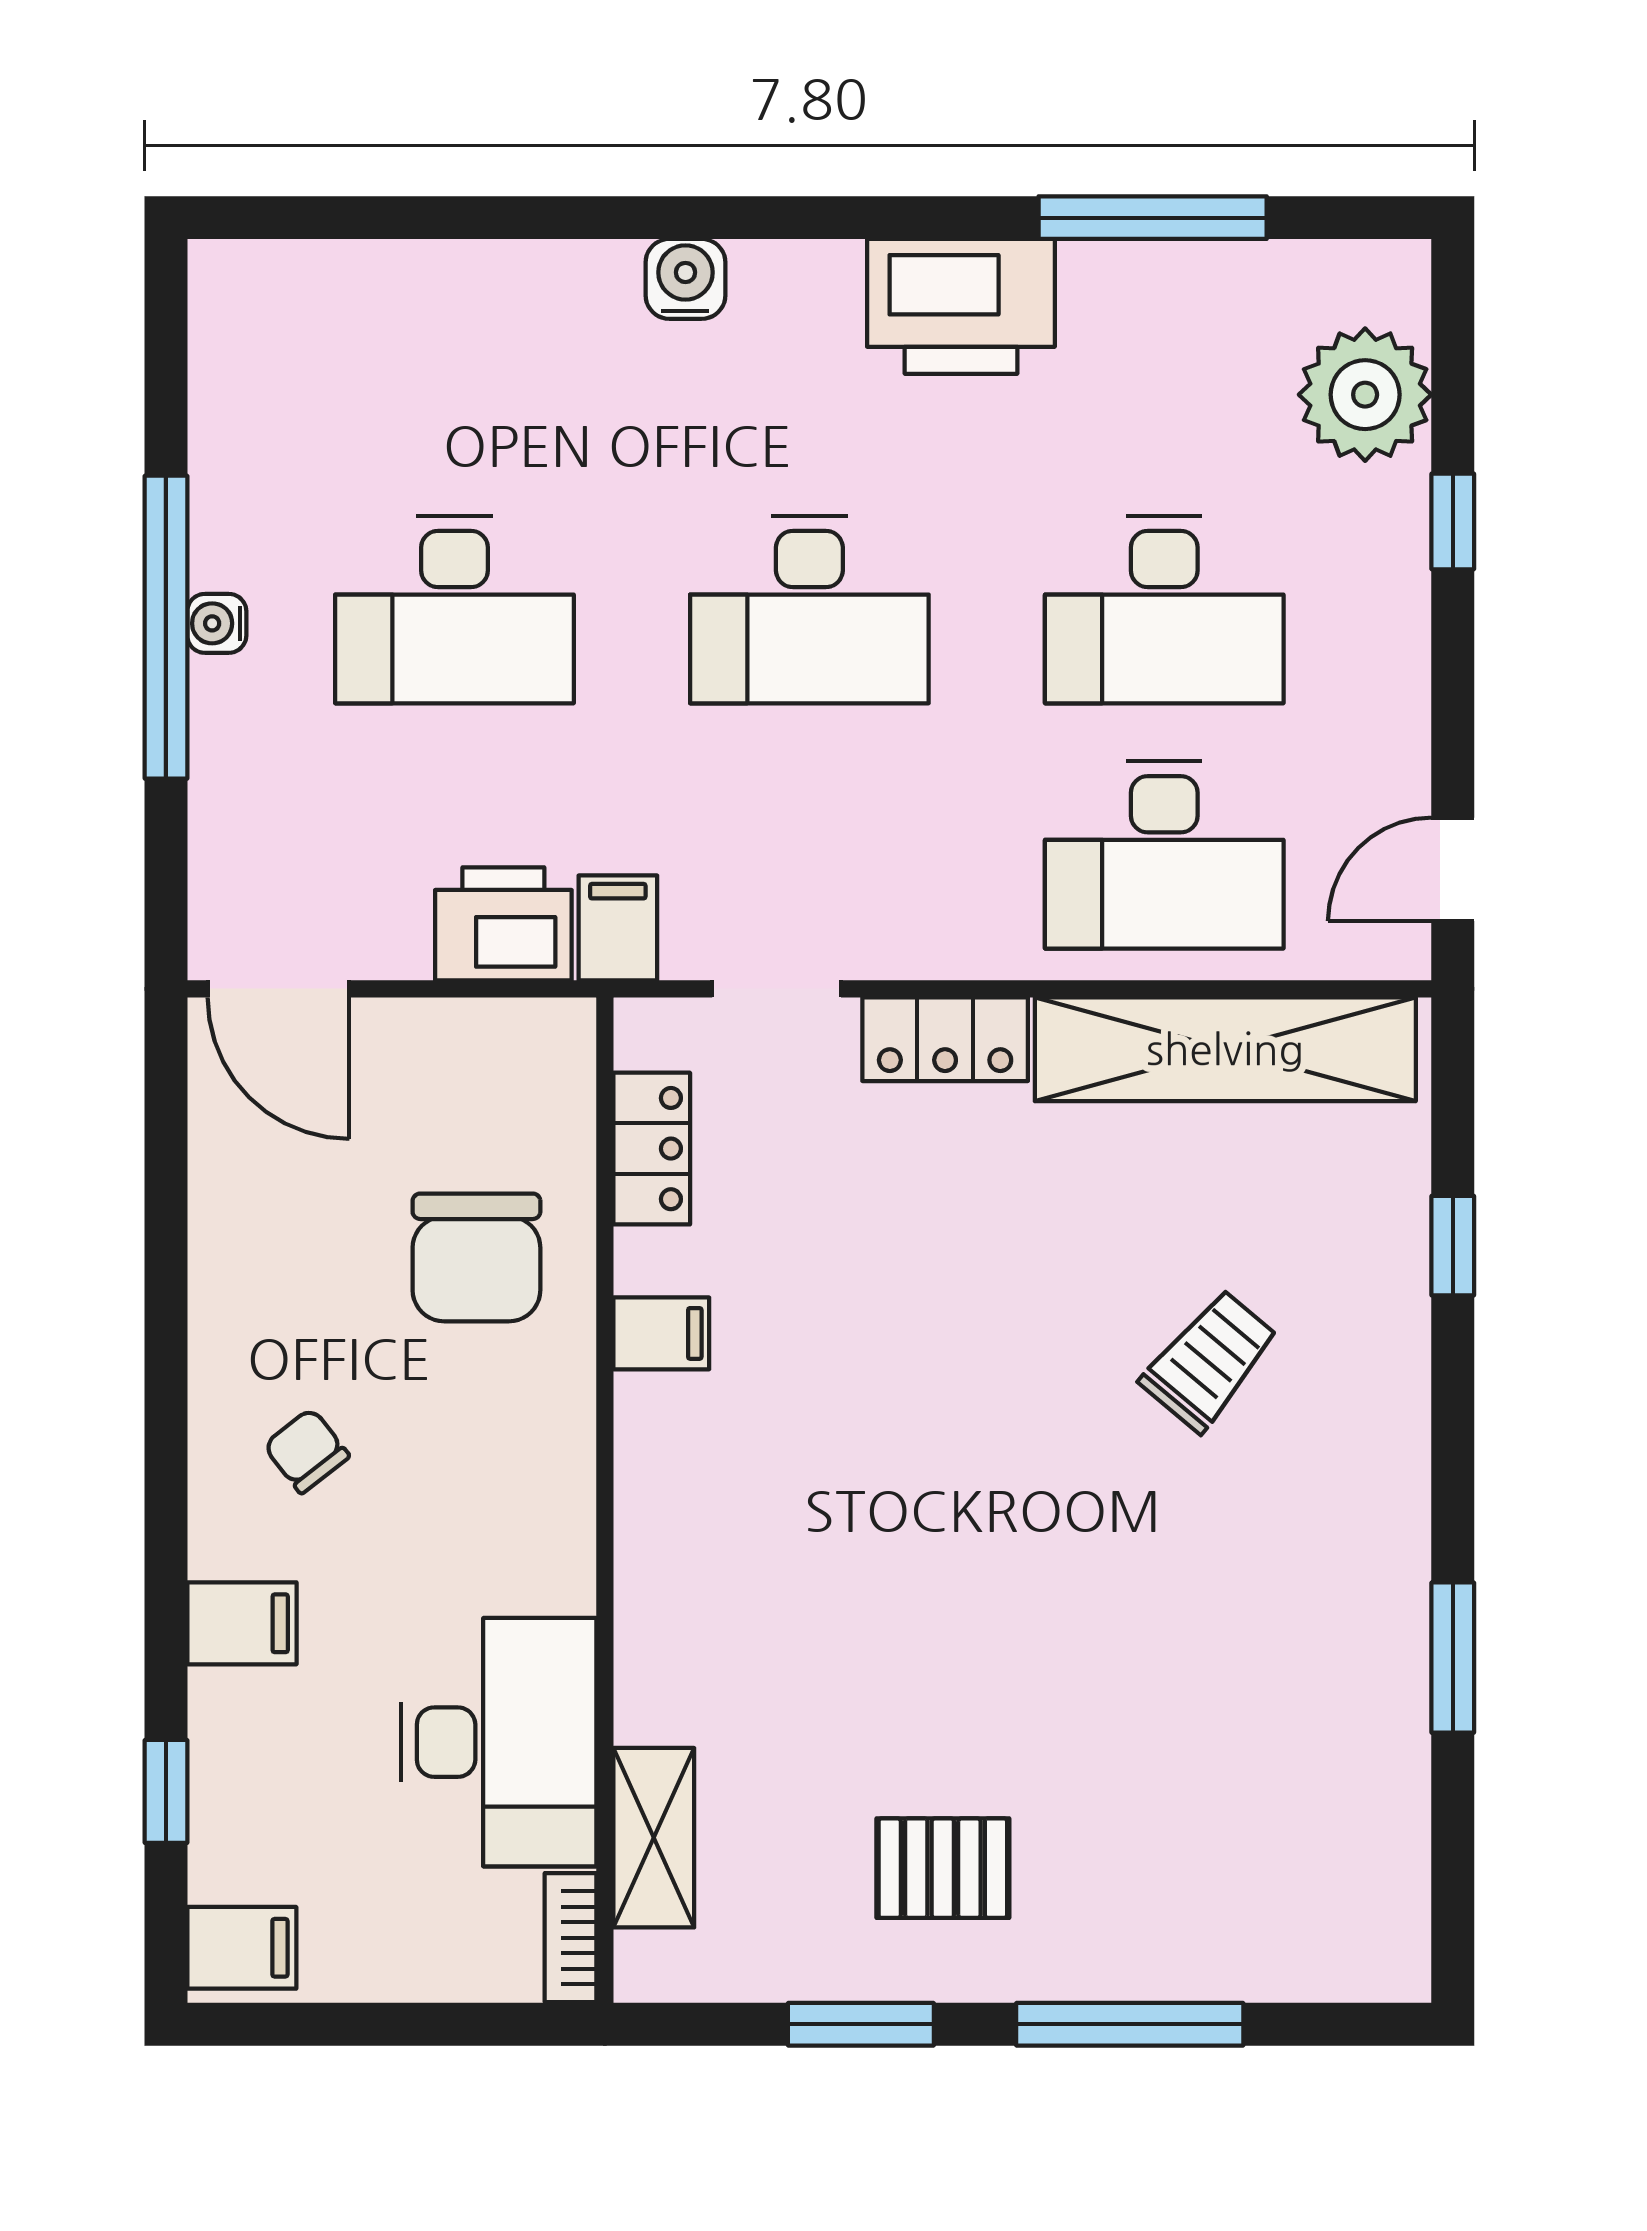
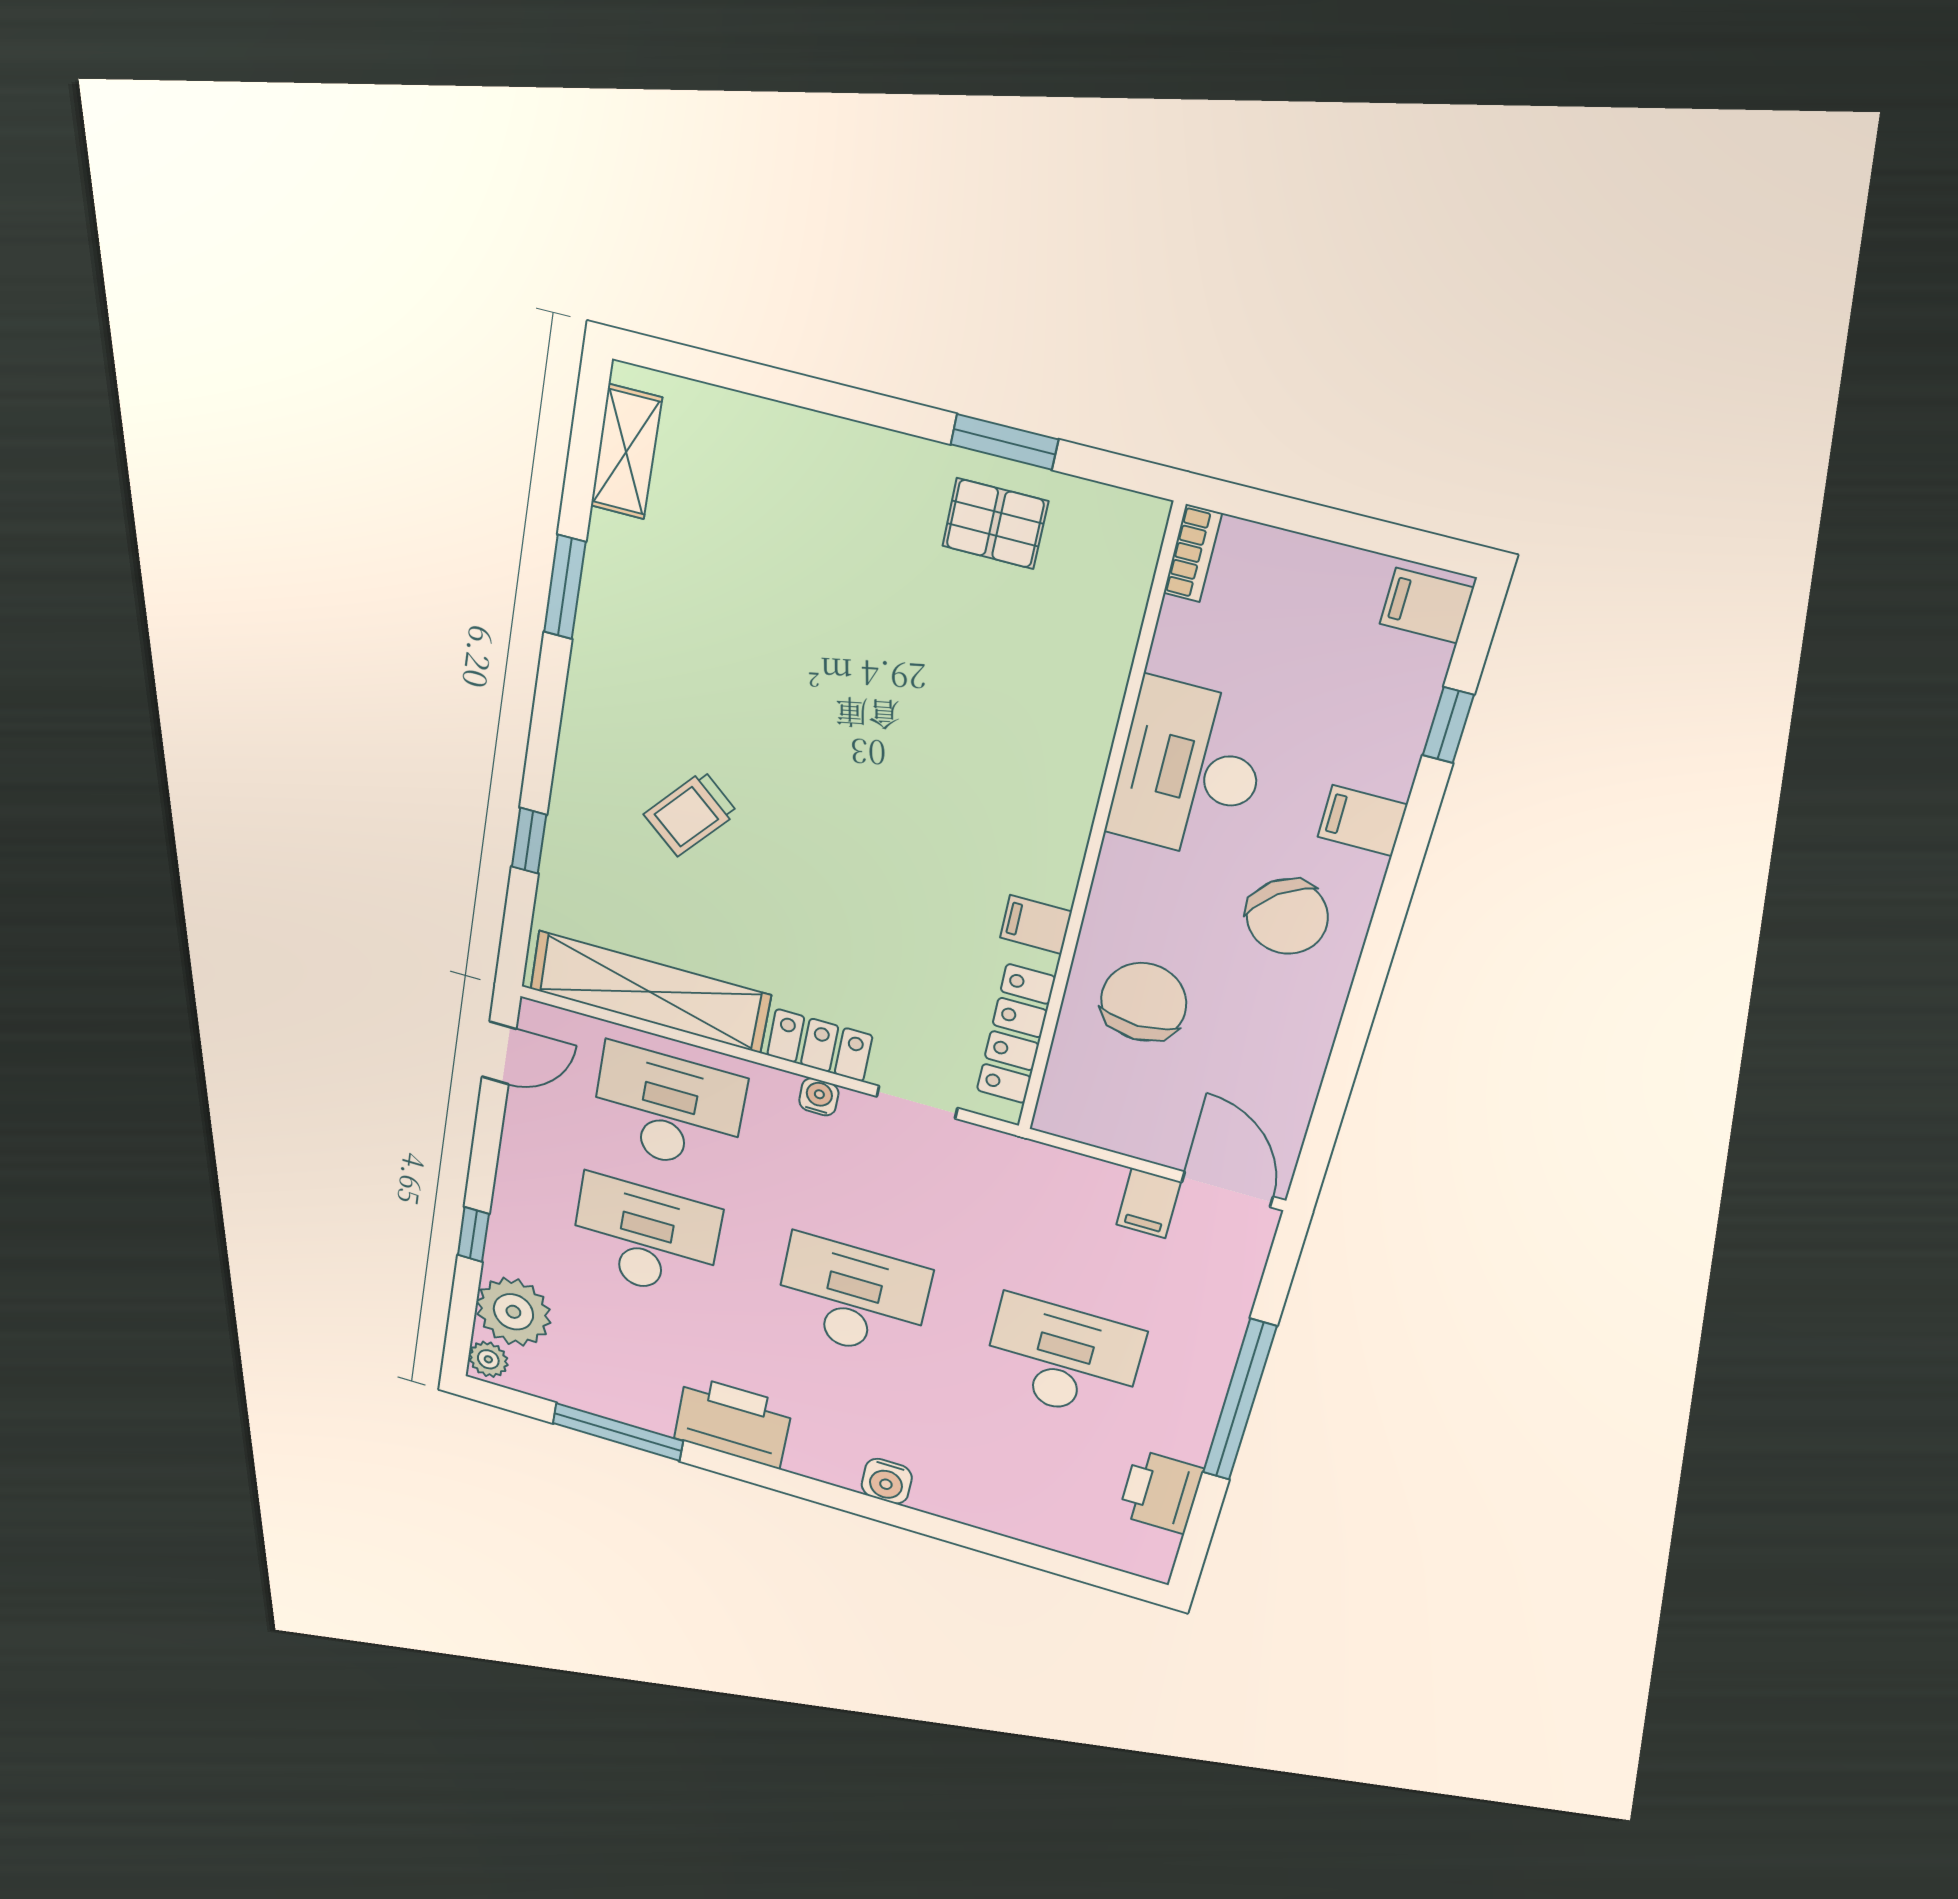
plant: (1396, 286) -> (488, 1359), added
water cooler: (217, 623) -> (819, 1097), moved, turned -90
printer: (503, 924) -> (1161, 1492), moved, turned 90
filing cabinet: (618, 928) -> (1149, 1203), moved
locker: (652, 1149) -> (1016, 1034), width x1.53
chair: (306, 1451) -> (1287, 917), width x1.87, depth x1.87
desk: (499, 1742) -> (1189, 770), moved
shelving: (654, 1838) -> (626, 452), moved
pallet: (943, 1868) -> (995, 524), moved
window: (1130, 2024) -> (819, 395), removed

